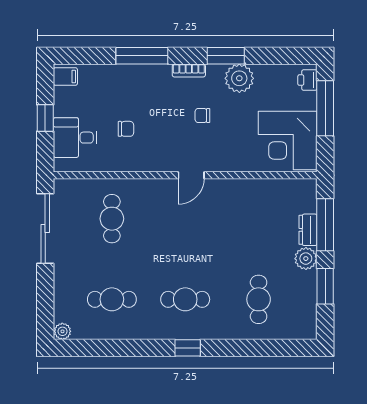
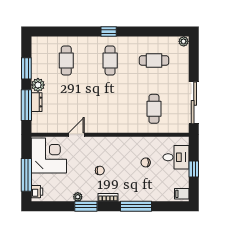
plant: (239, 78) -> (78, 197), width x0.53, depth x0.53
door: (191, 175) -> (76, 135), moved
cafe table: (185, 299) -> (110, 60), turned 90

